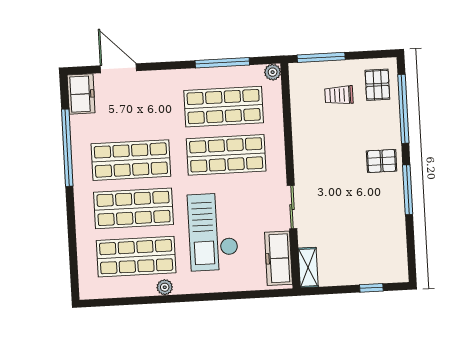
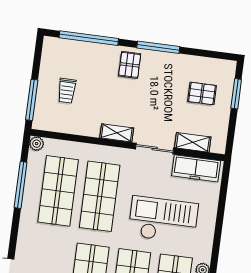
pallet: (377, 85) -> (202, 93), moved
shelving: (302, 161) -> (117, 133), added
checkout: (213, 232) -> (163, 220), turned 180
shelving: (308, 268) -> (193, 142), moved
window: (371, 288) -> (236, 94), width x1.50

